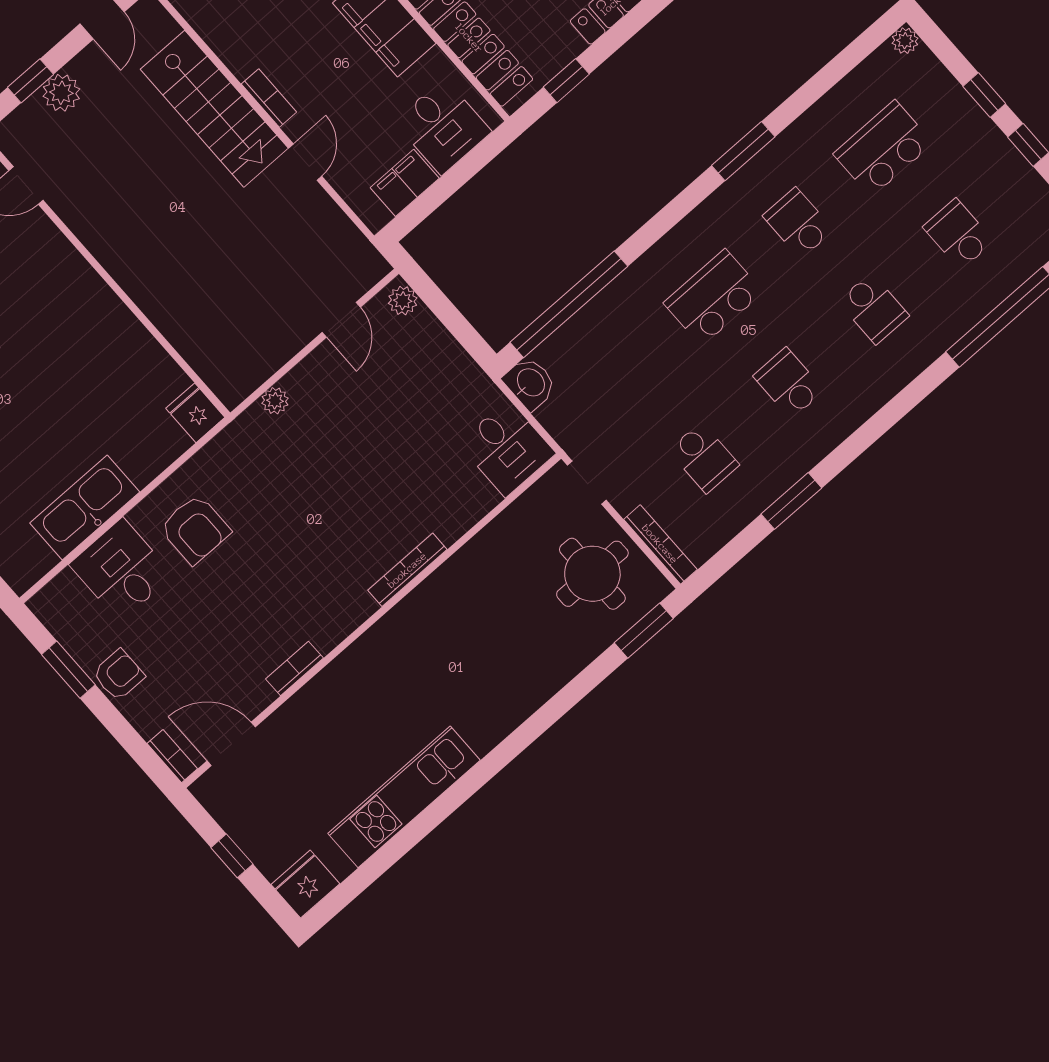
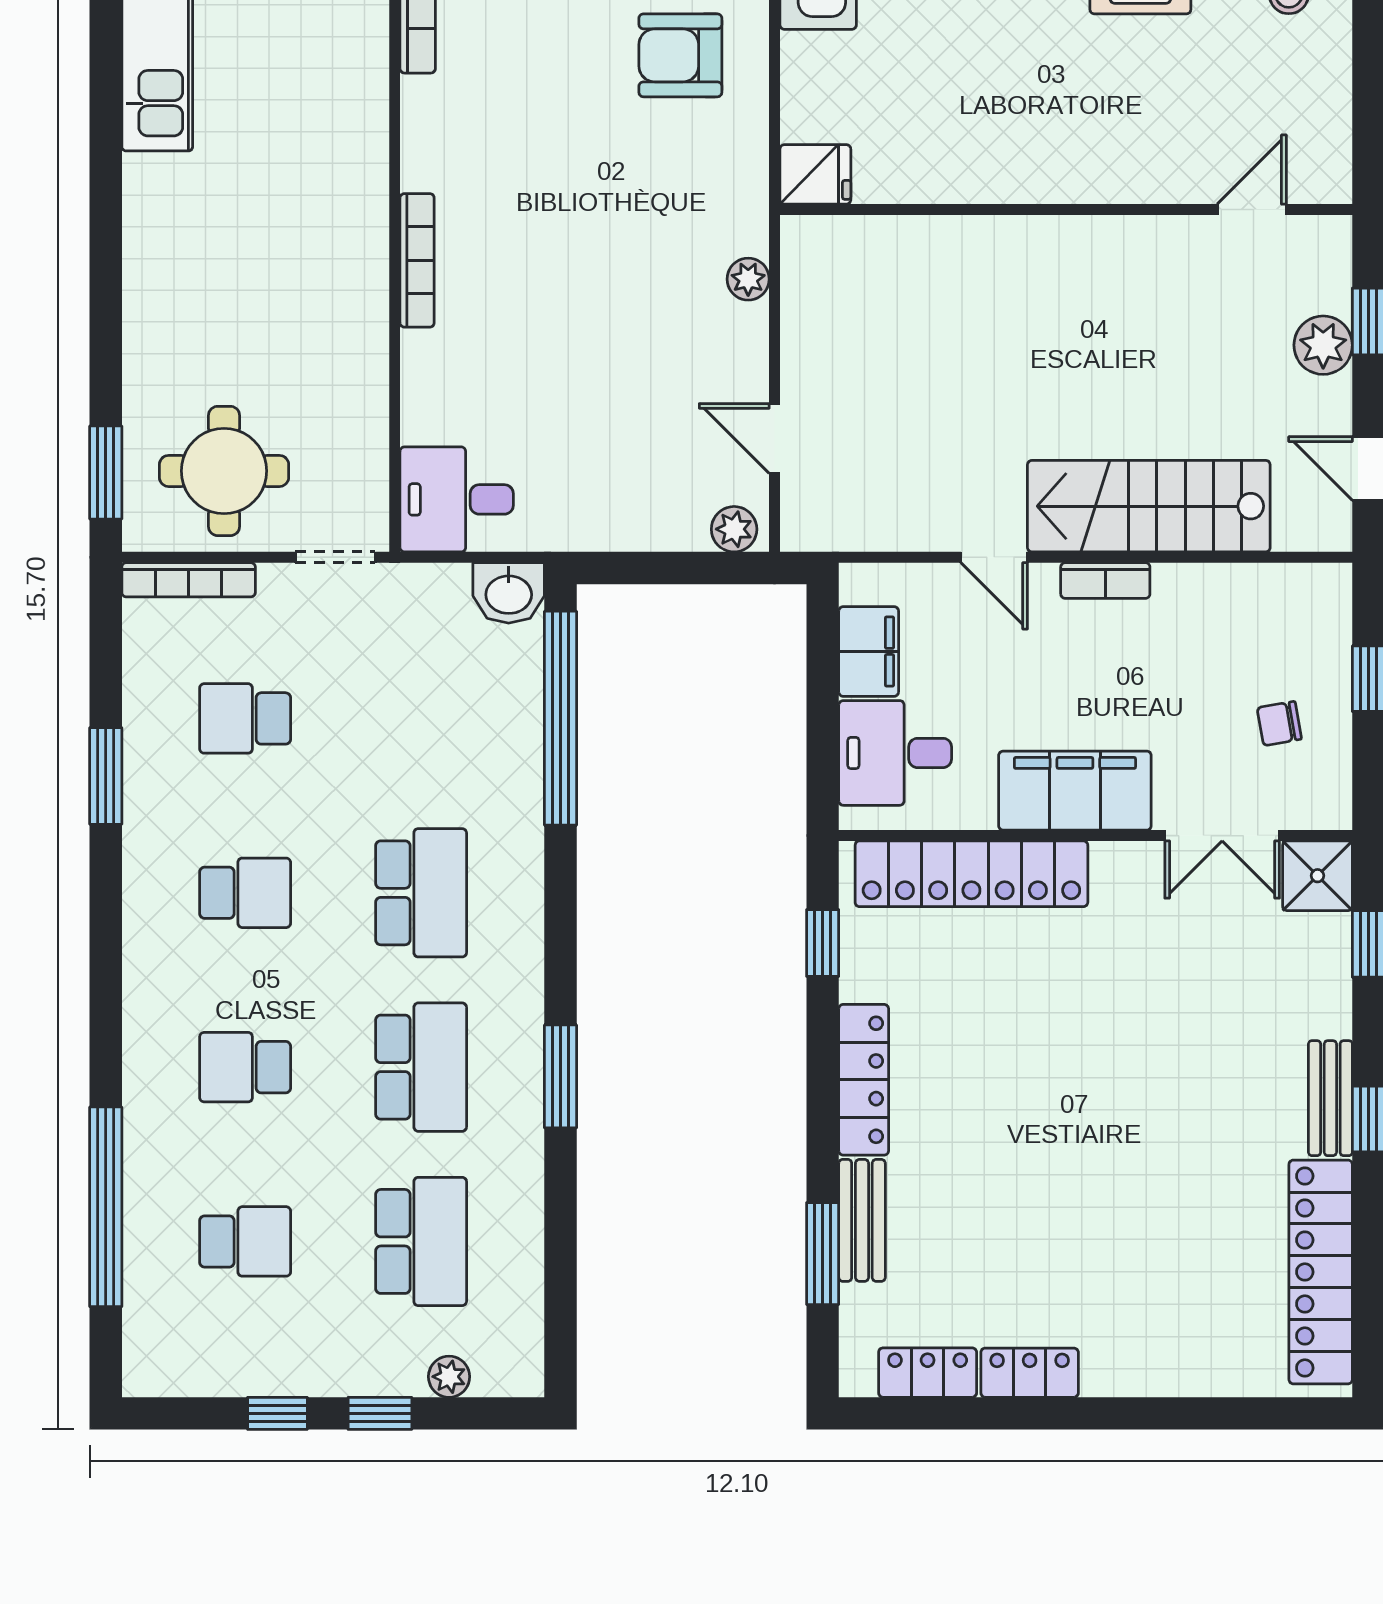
plant: (905, 41) -> (449, 1377), moved
school desk: (798, 223) -> (421, 1067), width x1.85

